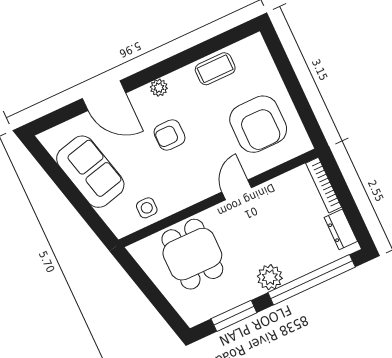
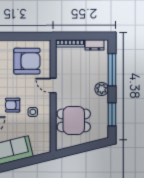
armchair: (170, 135) -> (13, 105), turned 90
side table: (147, 208) -> (33, 112), moved
window: (312, 280) -> (112, 70), width x0.68

